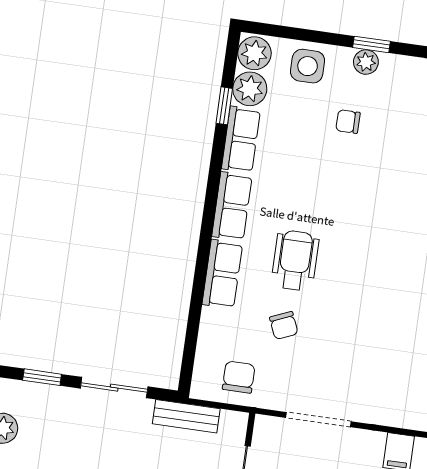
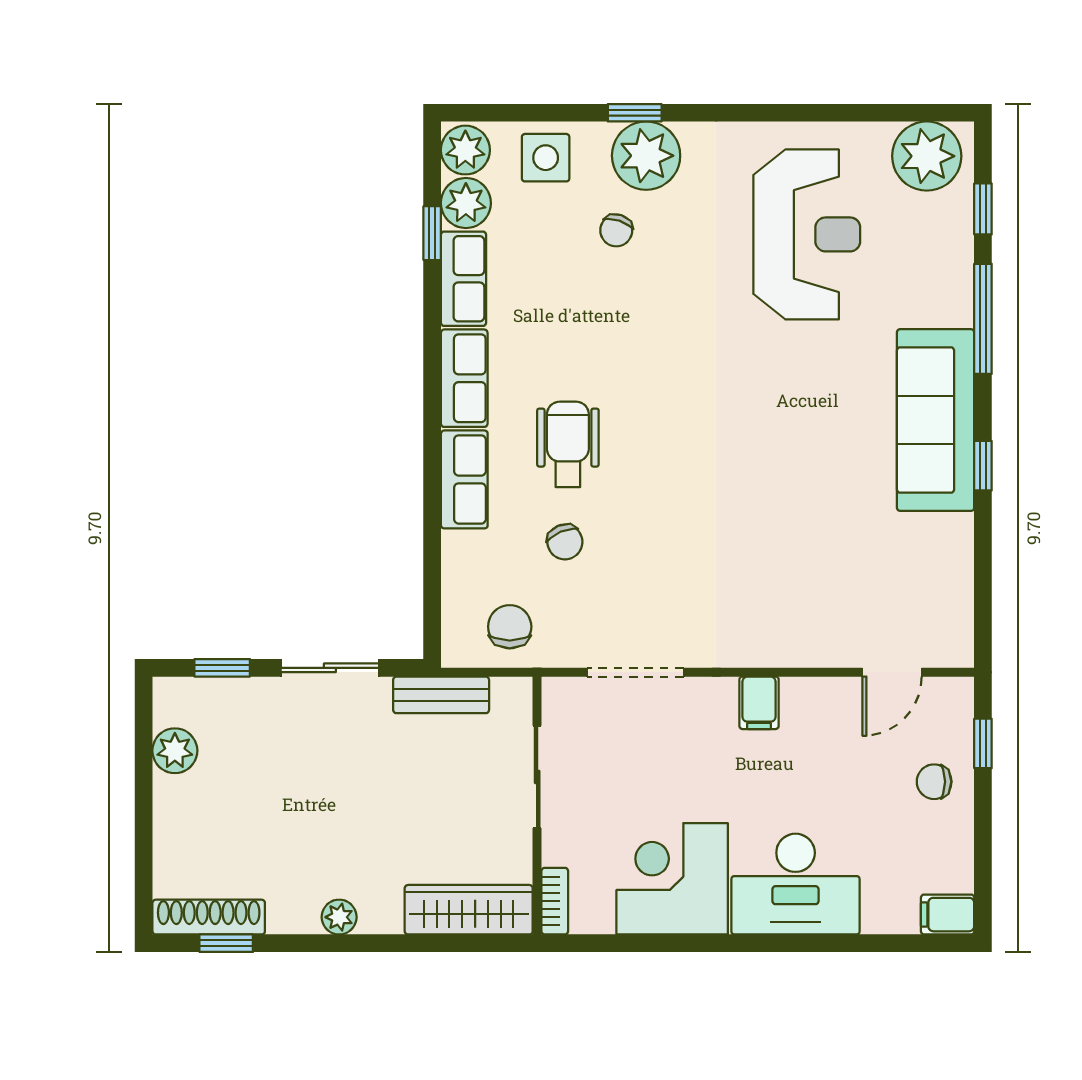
plant: (366, 62) -> (646, 156), width x1.88, depth x1.88
chair: (348, 122) -> (616, 230), turned -72

